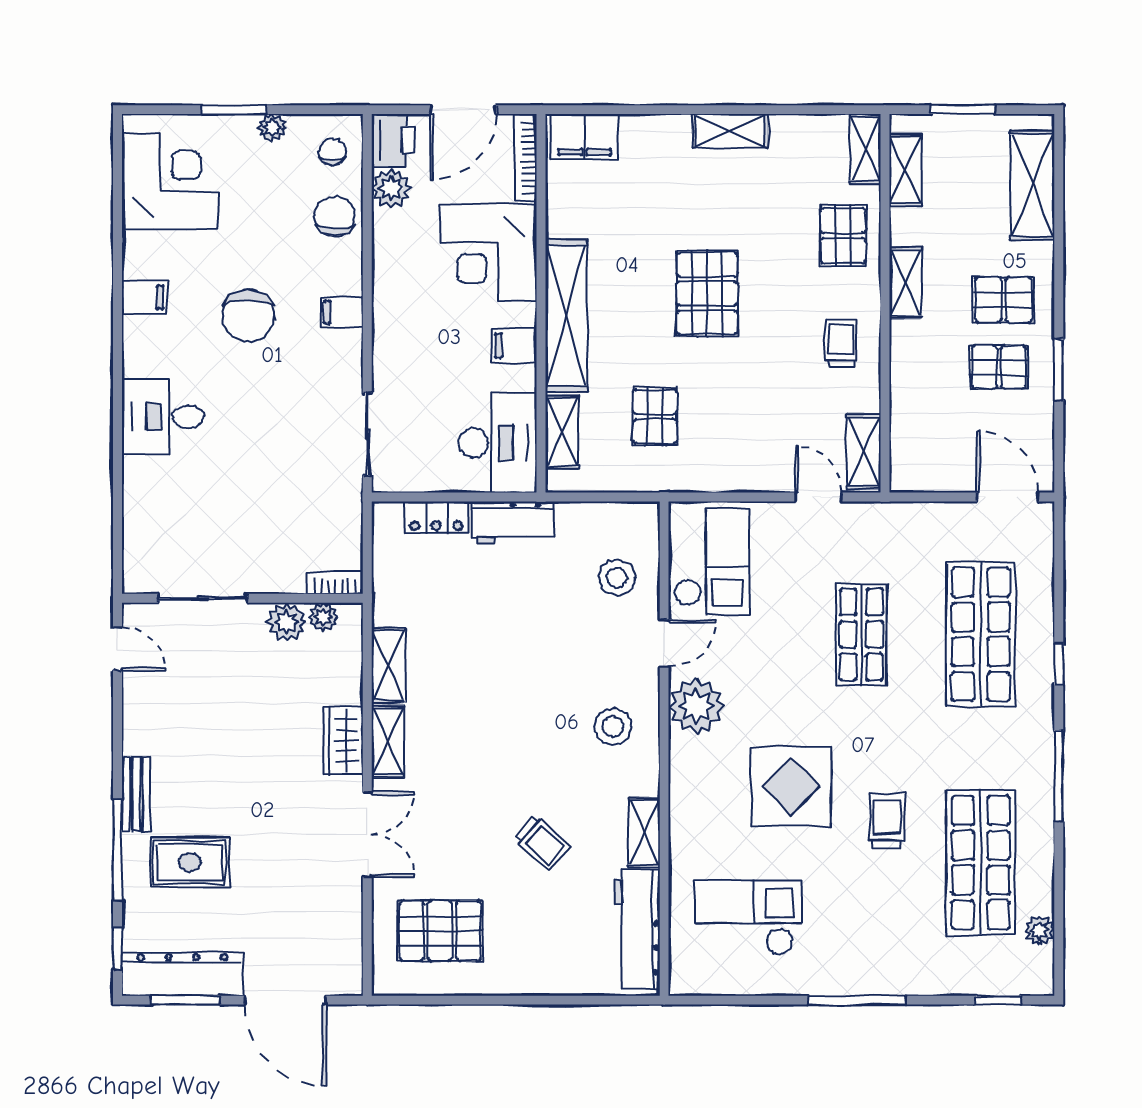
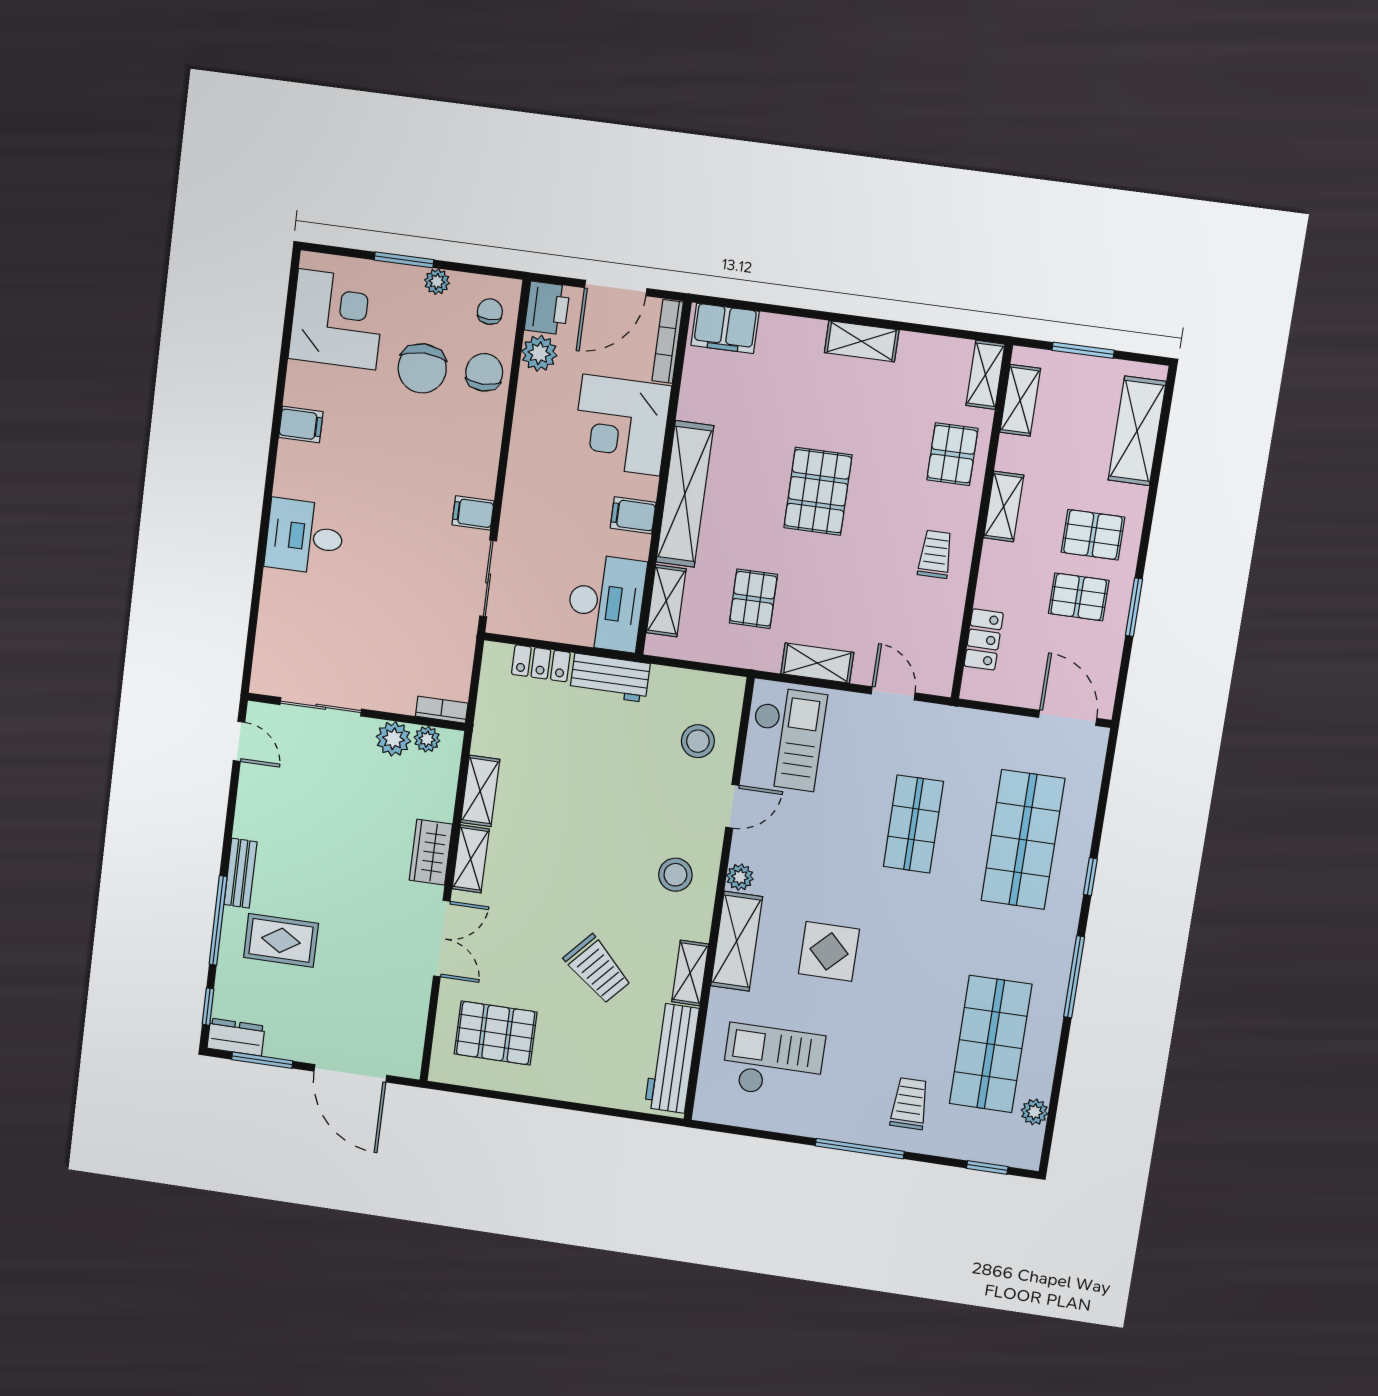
filing cabinet: (342, 312) -> (473, 513), moved
chair: (248, 316) -> (422, 368), moved
locker: (906, 426) -> (984, 640), added
shelving: (864, 451) -> (817, 663), moved, turned 90
plant: (696, 706) -> (740, 877), width x0.53, depth x0.53
display table: (791, 786) -> (829, 951), width x0.73, depth x0.73
shelving: (690, 790) -> (737, 941), added
trolley: (887, 821) -> (910, 1104), moved
trolley: (543, 843) -> (597, 969), width x1.36, depth x1.39
dresser: (182, 974) -> (236, 1037), width x0.51, depth x0.80

